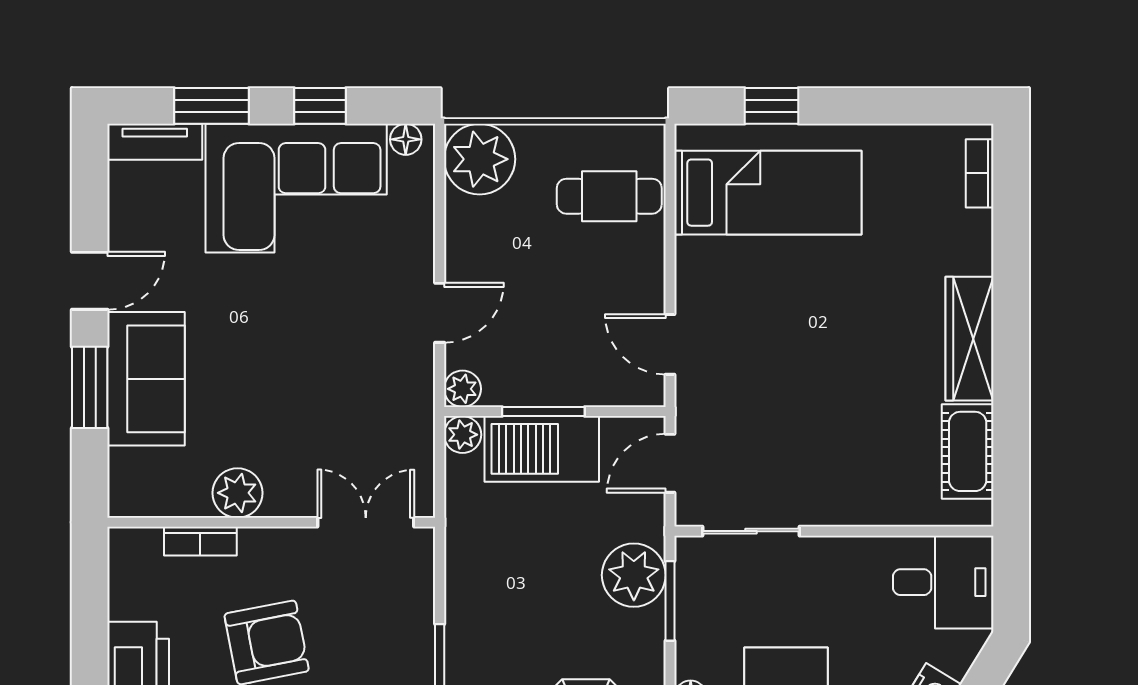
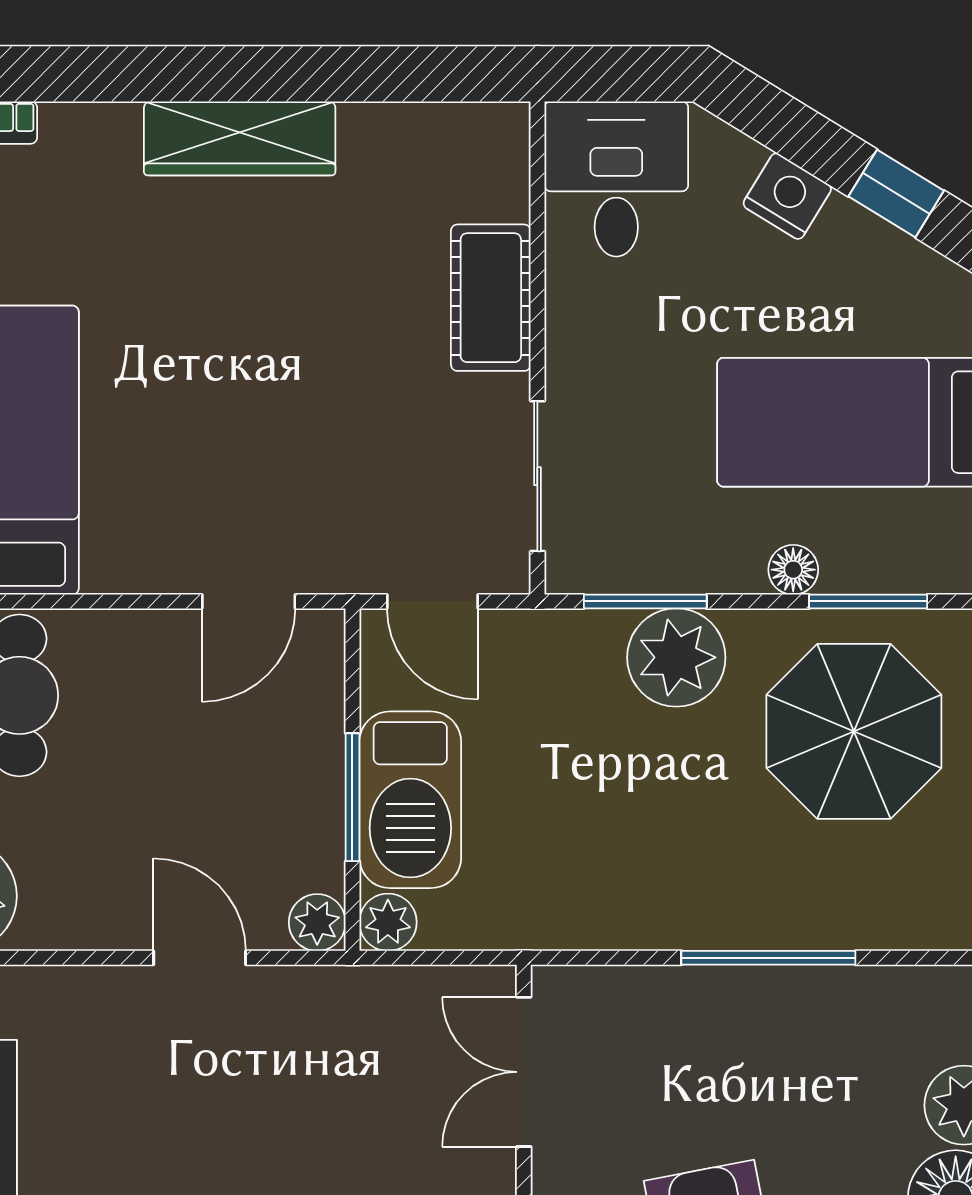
cot: (968, 451) -> (491, 298), moved, turned 90
plant: (634, 575) -> (676, 657), moved

